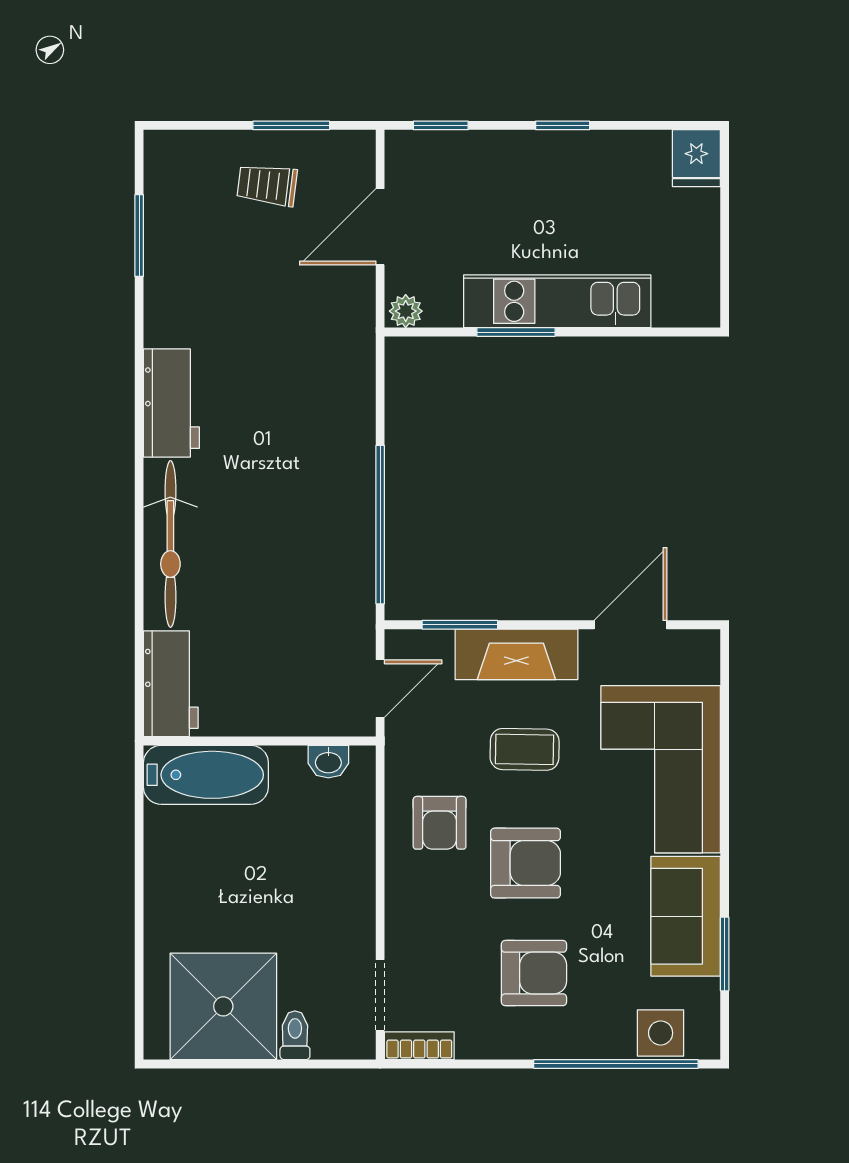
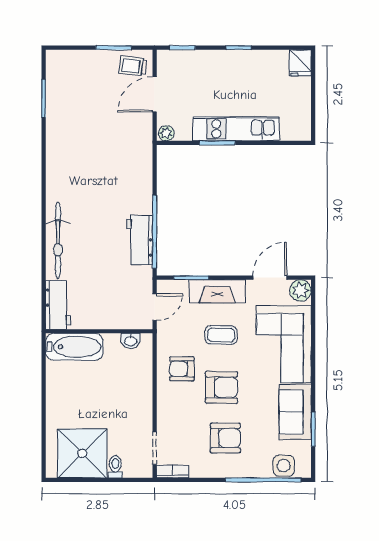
trolley: (267, 185) -> (133, 66), moved
workbench: (171, 403) -> (140, 240), moved, turned 180
plant: (697, 653) -> (300, 290), added
armchair: (440, 823) -> (182, 369), turned 90

